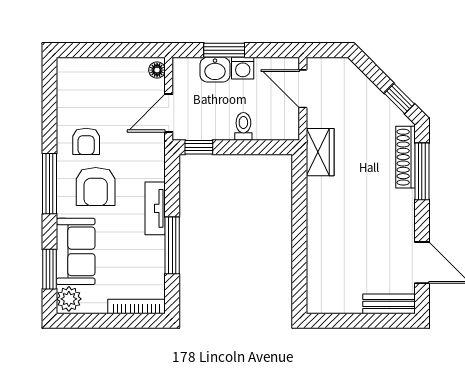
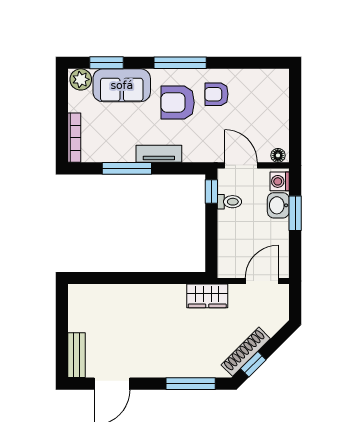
washing machine: (243, 68) -> (280, 181), moved
toilet: (243, 126) -> (229, 202), moved
shoe rack: (405, 157) -> (246, 352), moved, turned -45

